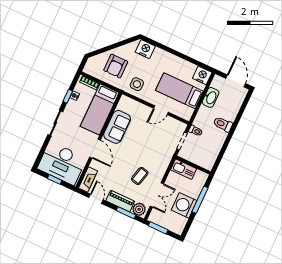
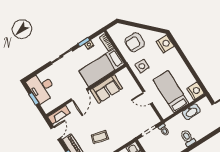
desk: (62, 163) -> (42, 87), width x0.73, depth x0.77

